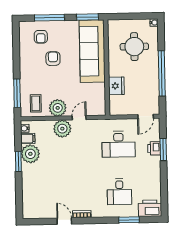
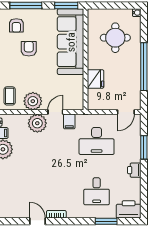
filing cabinet: (92, 126) -> (69, 121), added
printer: (154, 148) -> (134, 170), moved

